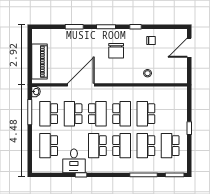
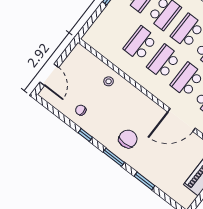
door: (189, 48) -> (49, 75), hinge flipped
chair: (116, 51) -> (128, 139), moved
school desk: (146, 114) -> (140, 44), turned 180

